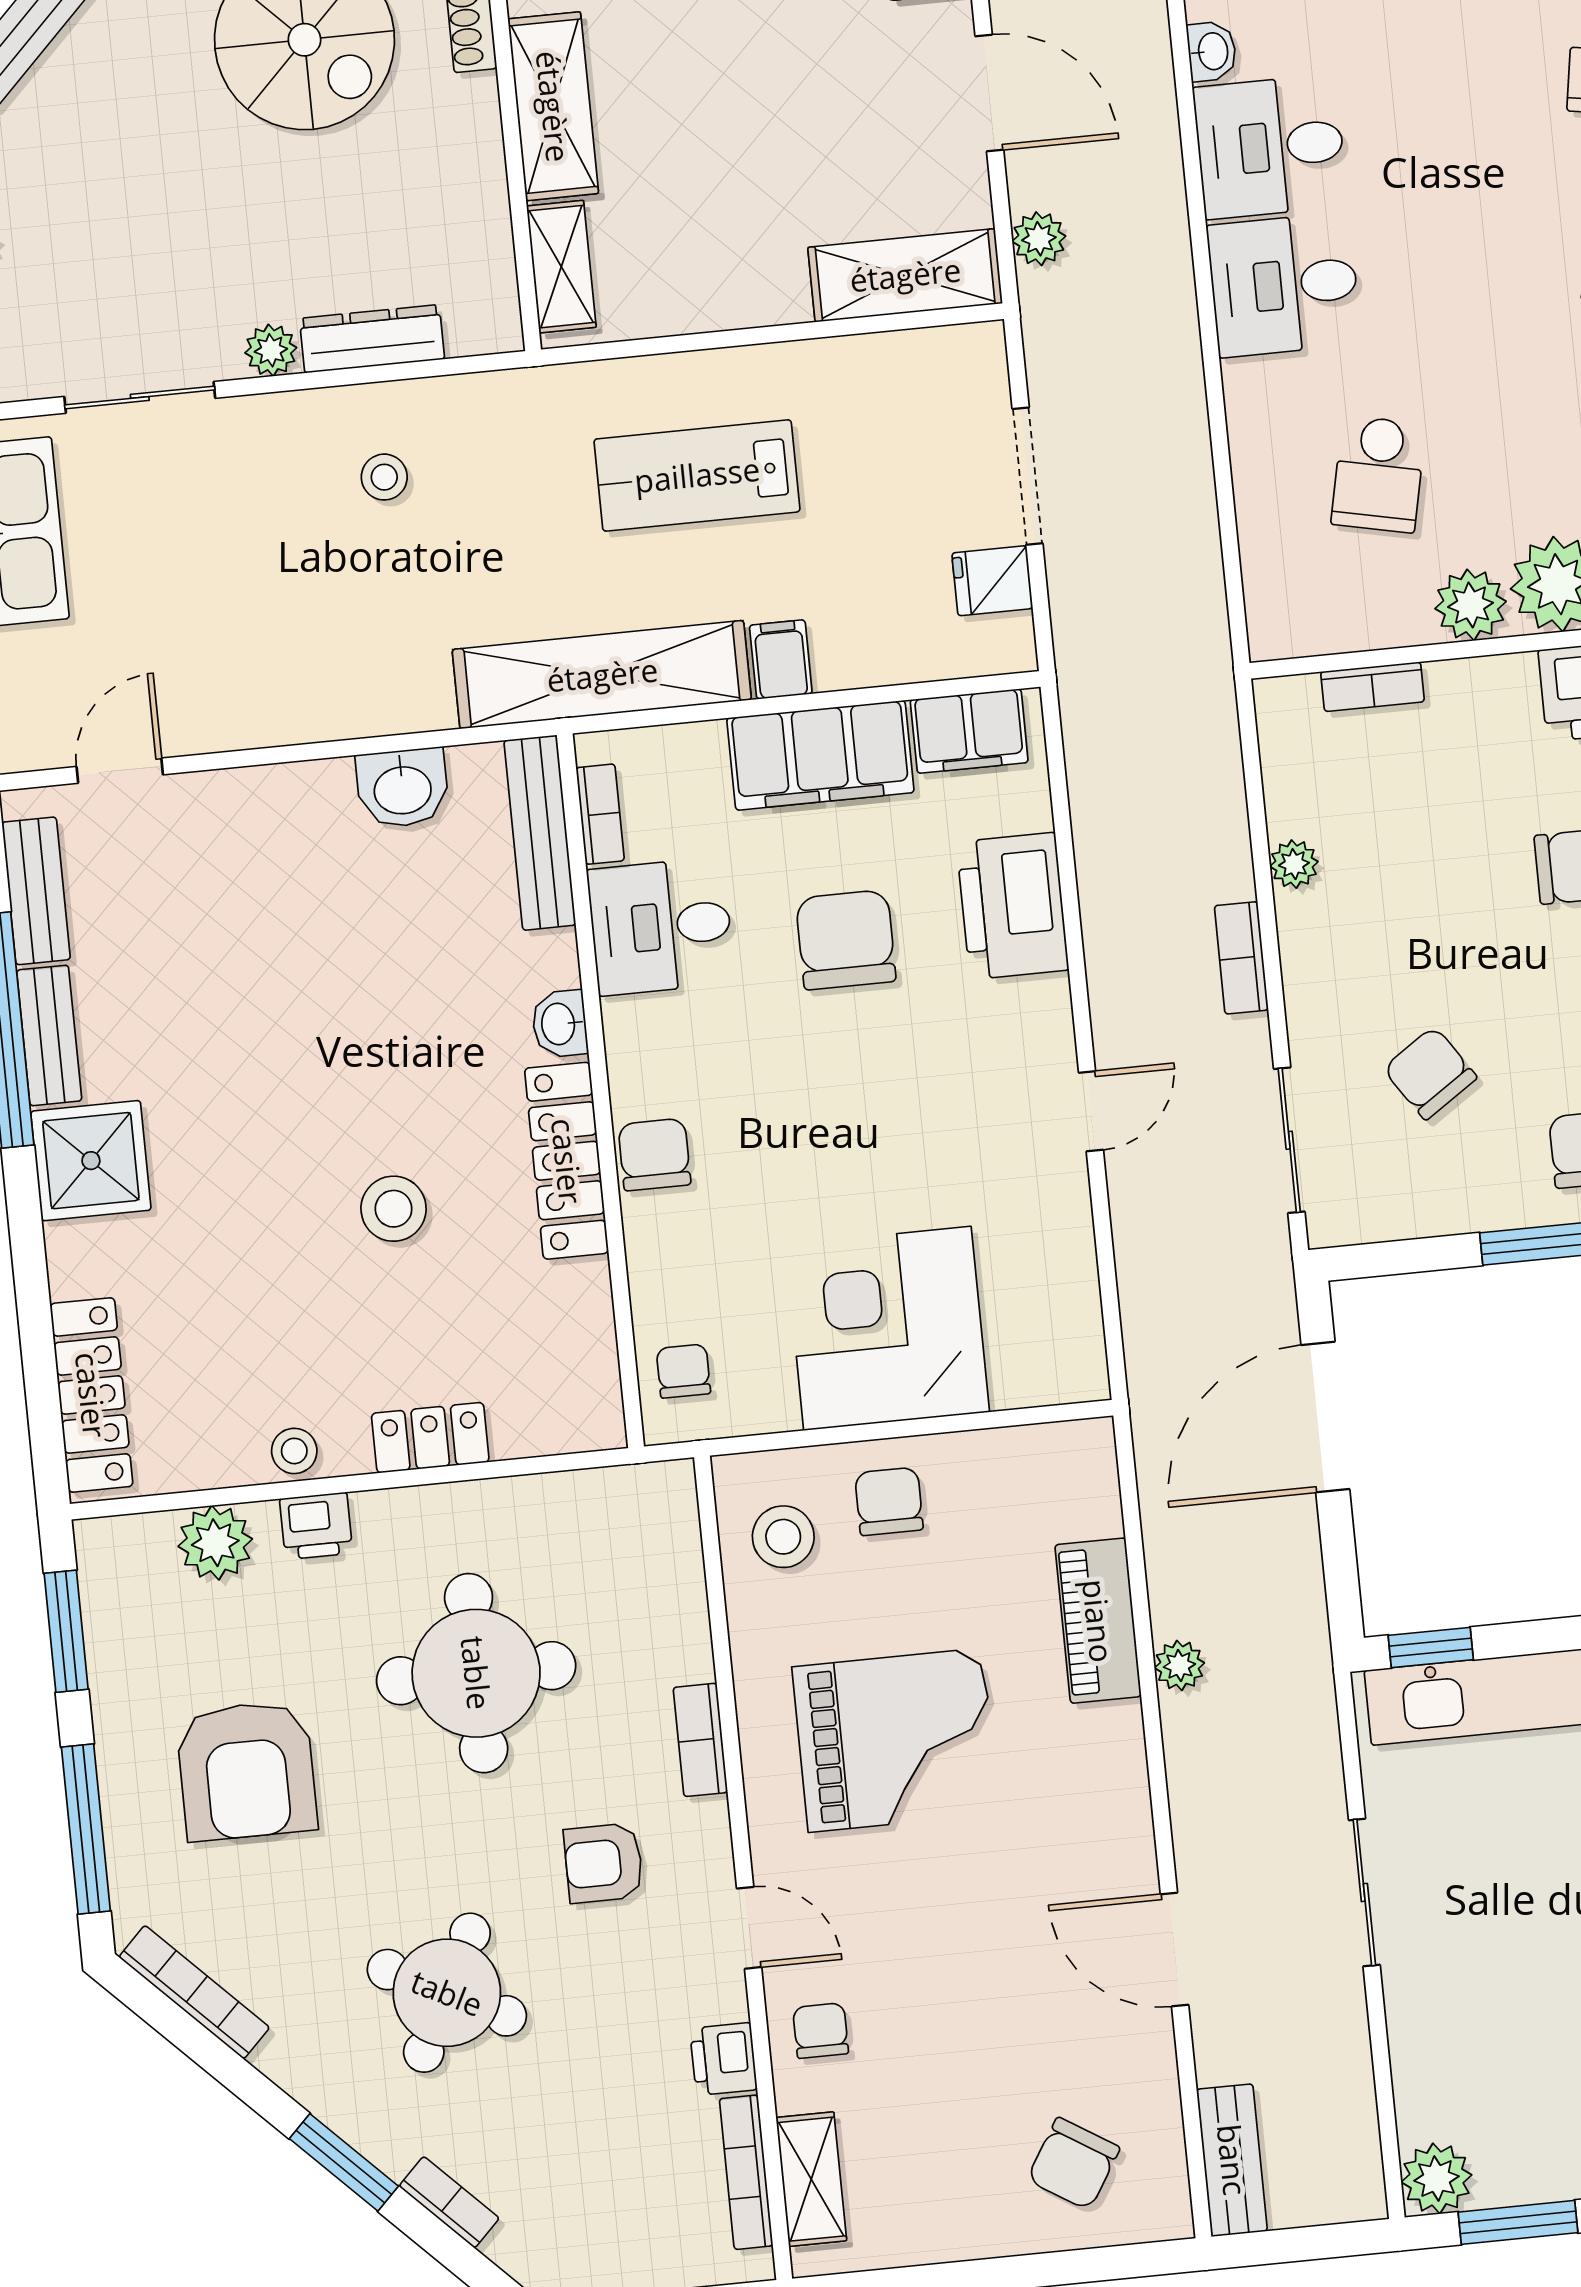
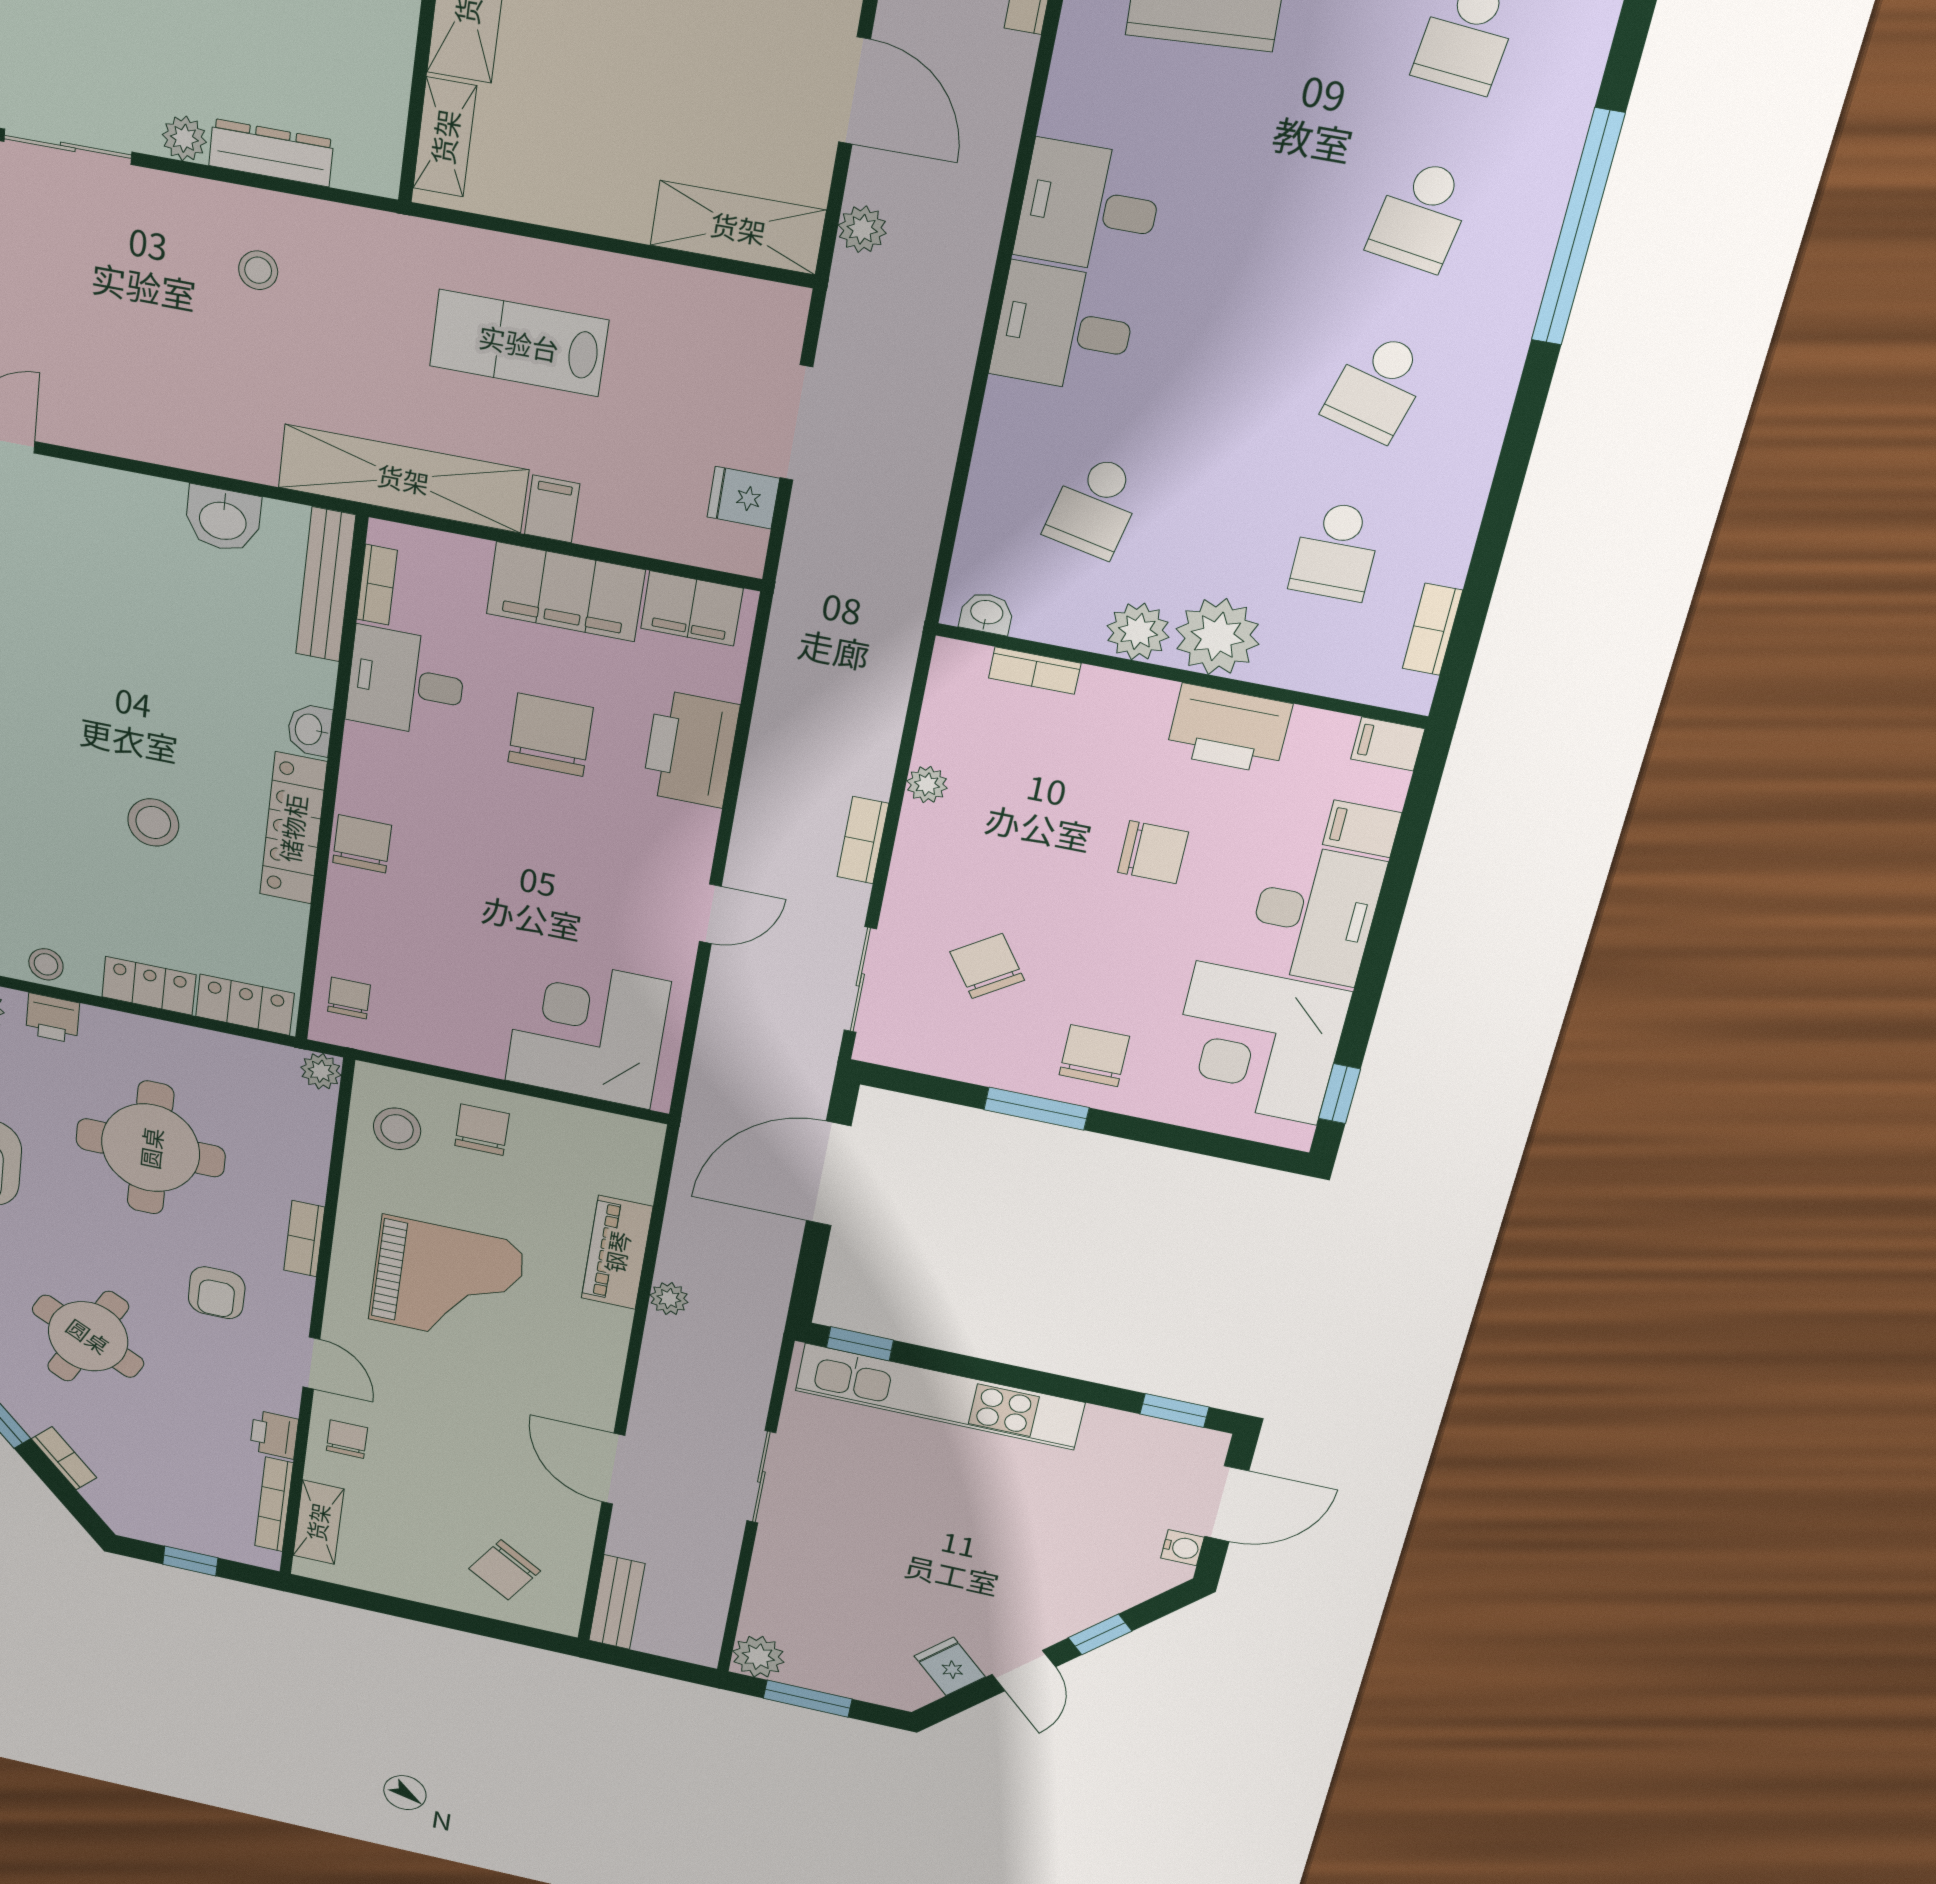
washbasin: (1212, 51) -> (987, 613), moved, turned -90
corner desk: (887, 1328) -> (587, 1031), moved
locker: (556, 1424) -> (245, 1005), added
plant: (670, 1487) -> (321, 1071), added
armchair: (604, 1863) -> (217, 1293), turned -90

